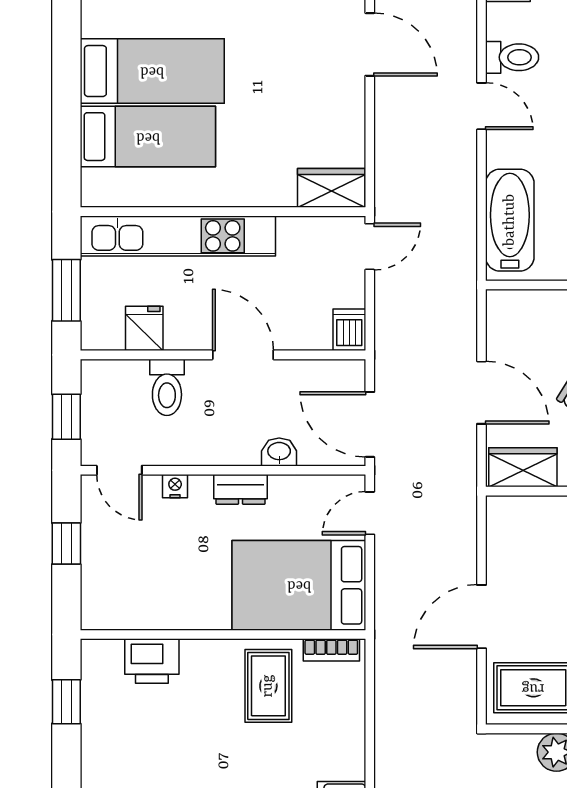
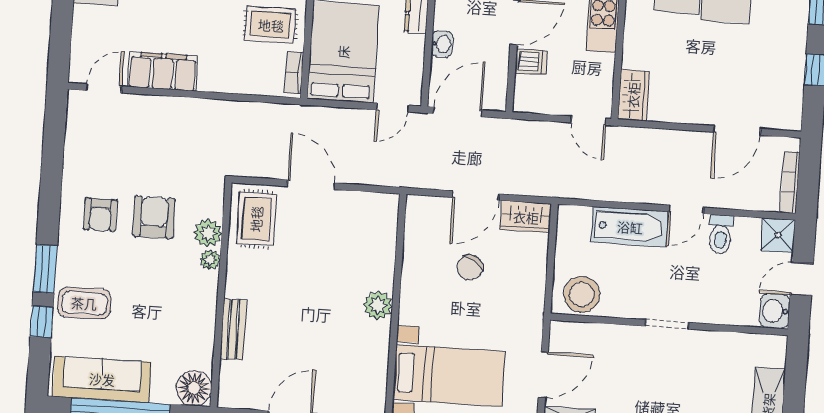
bathtub: (510, 220) -> (630, 227), moved
dishwasher: (349, 330) -> (531, 62), moved
wardrobe: (523, 467) -> (526, 217), moved, turned 90
door: (370, 513) -> (392, 108), swing flipped

